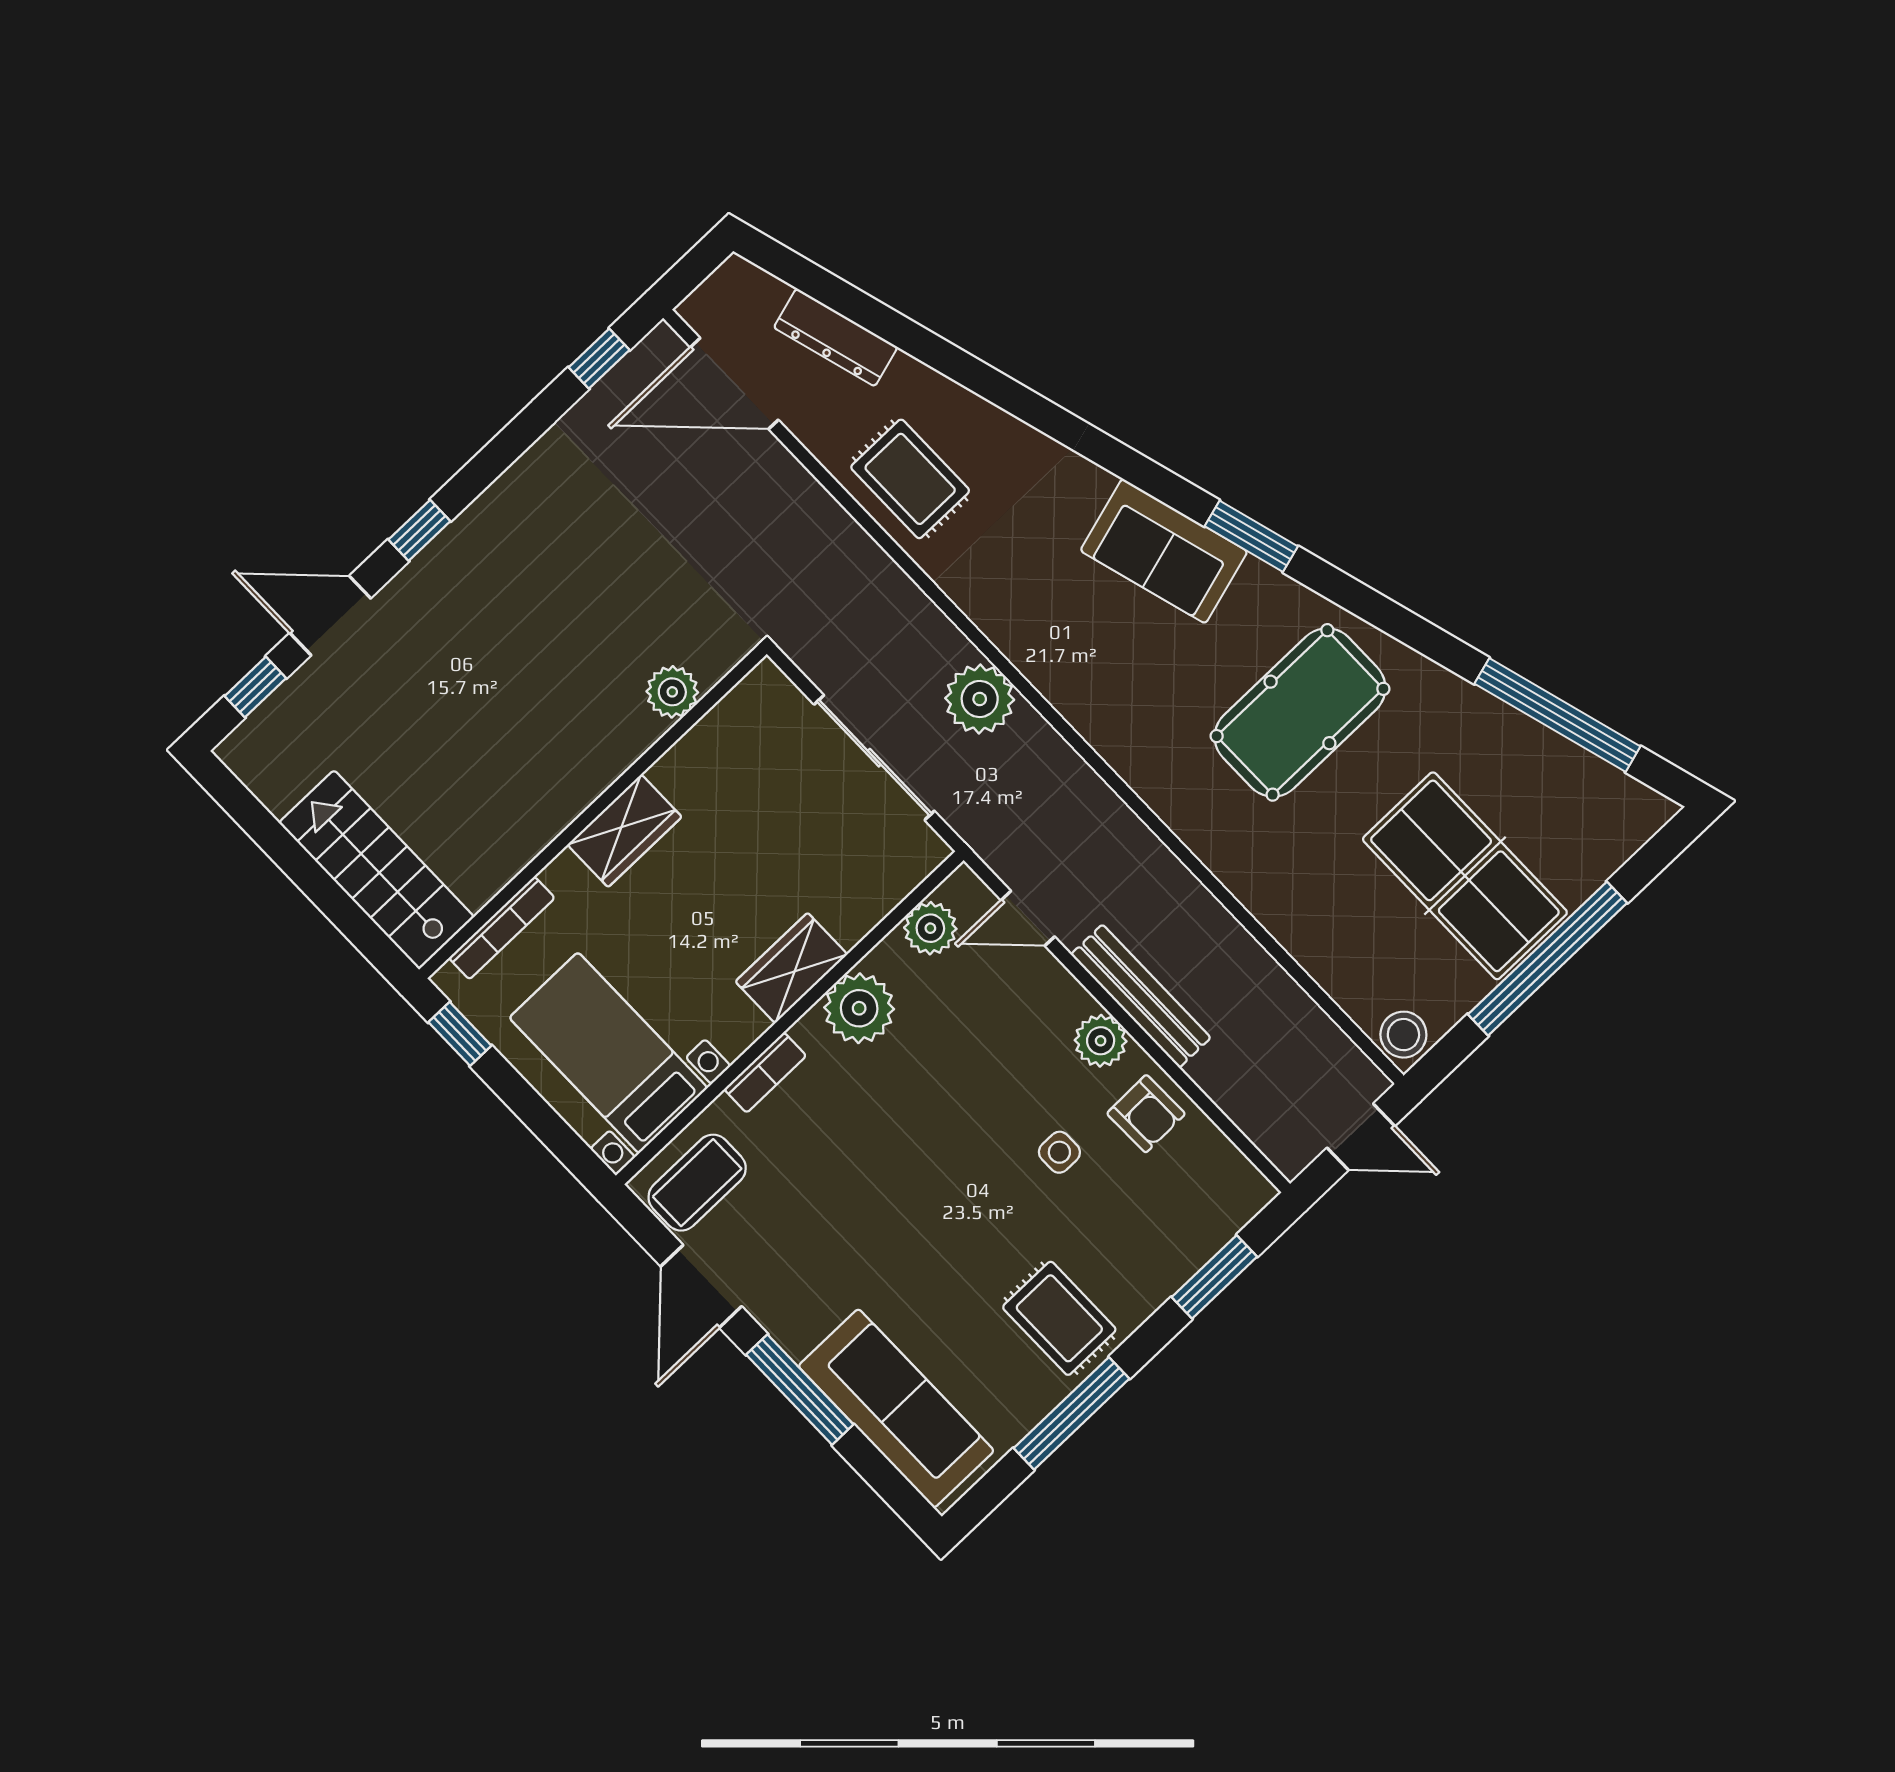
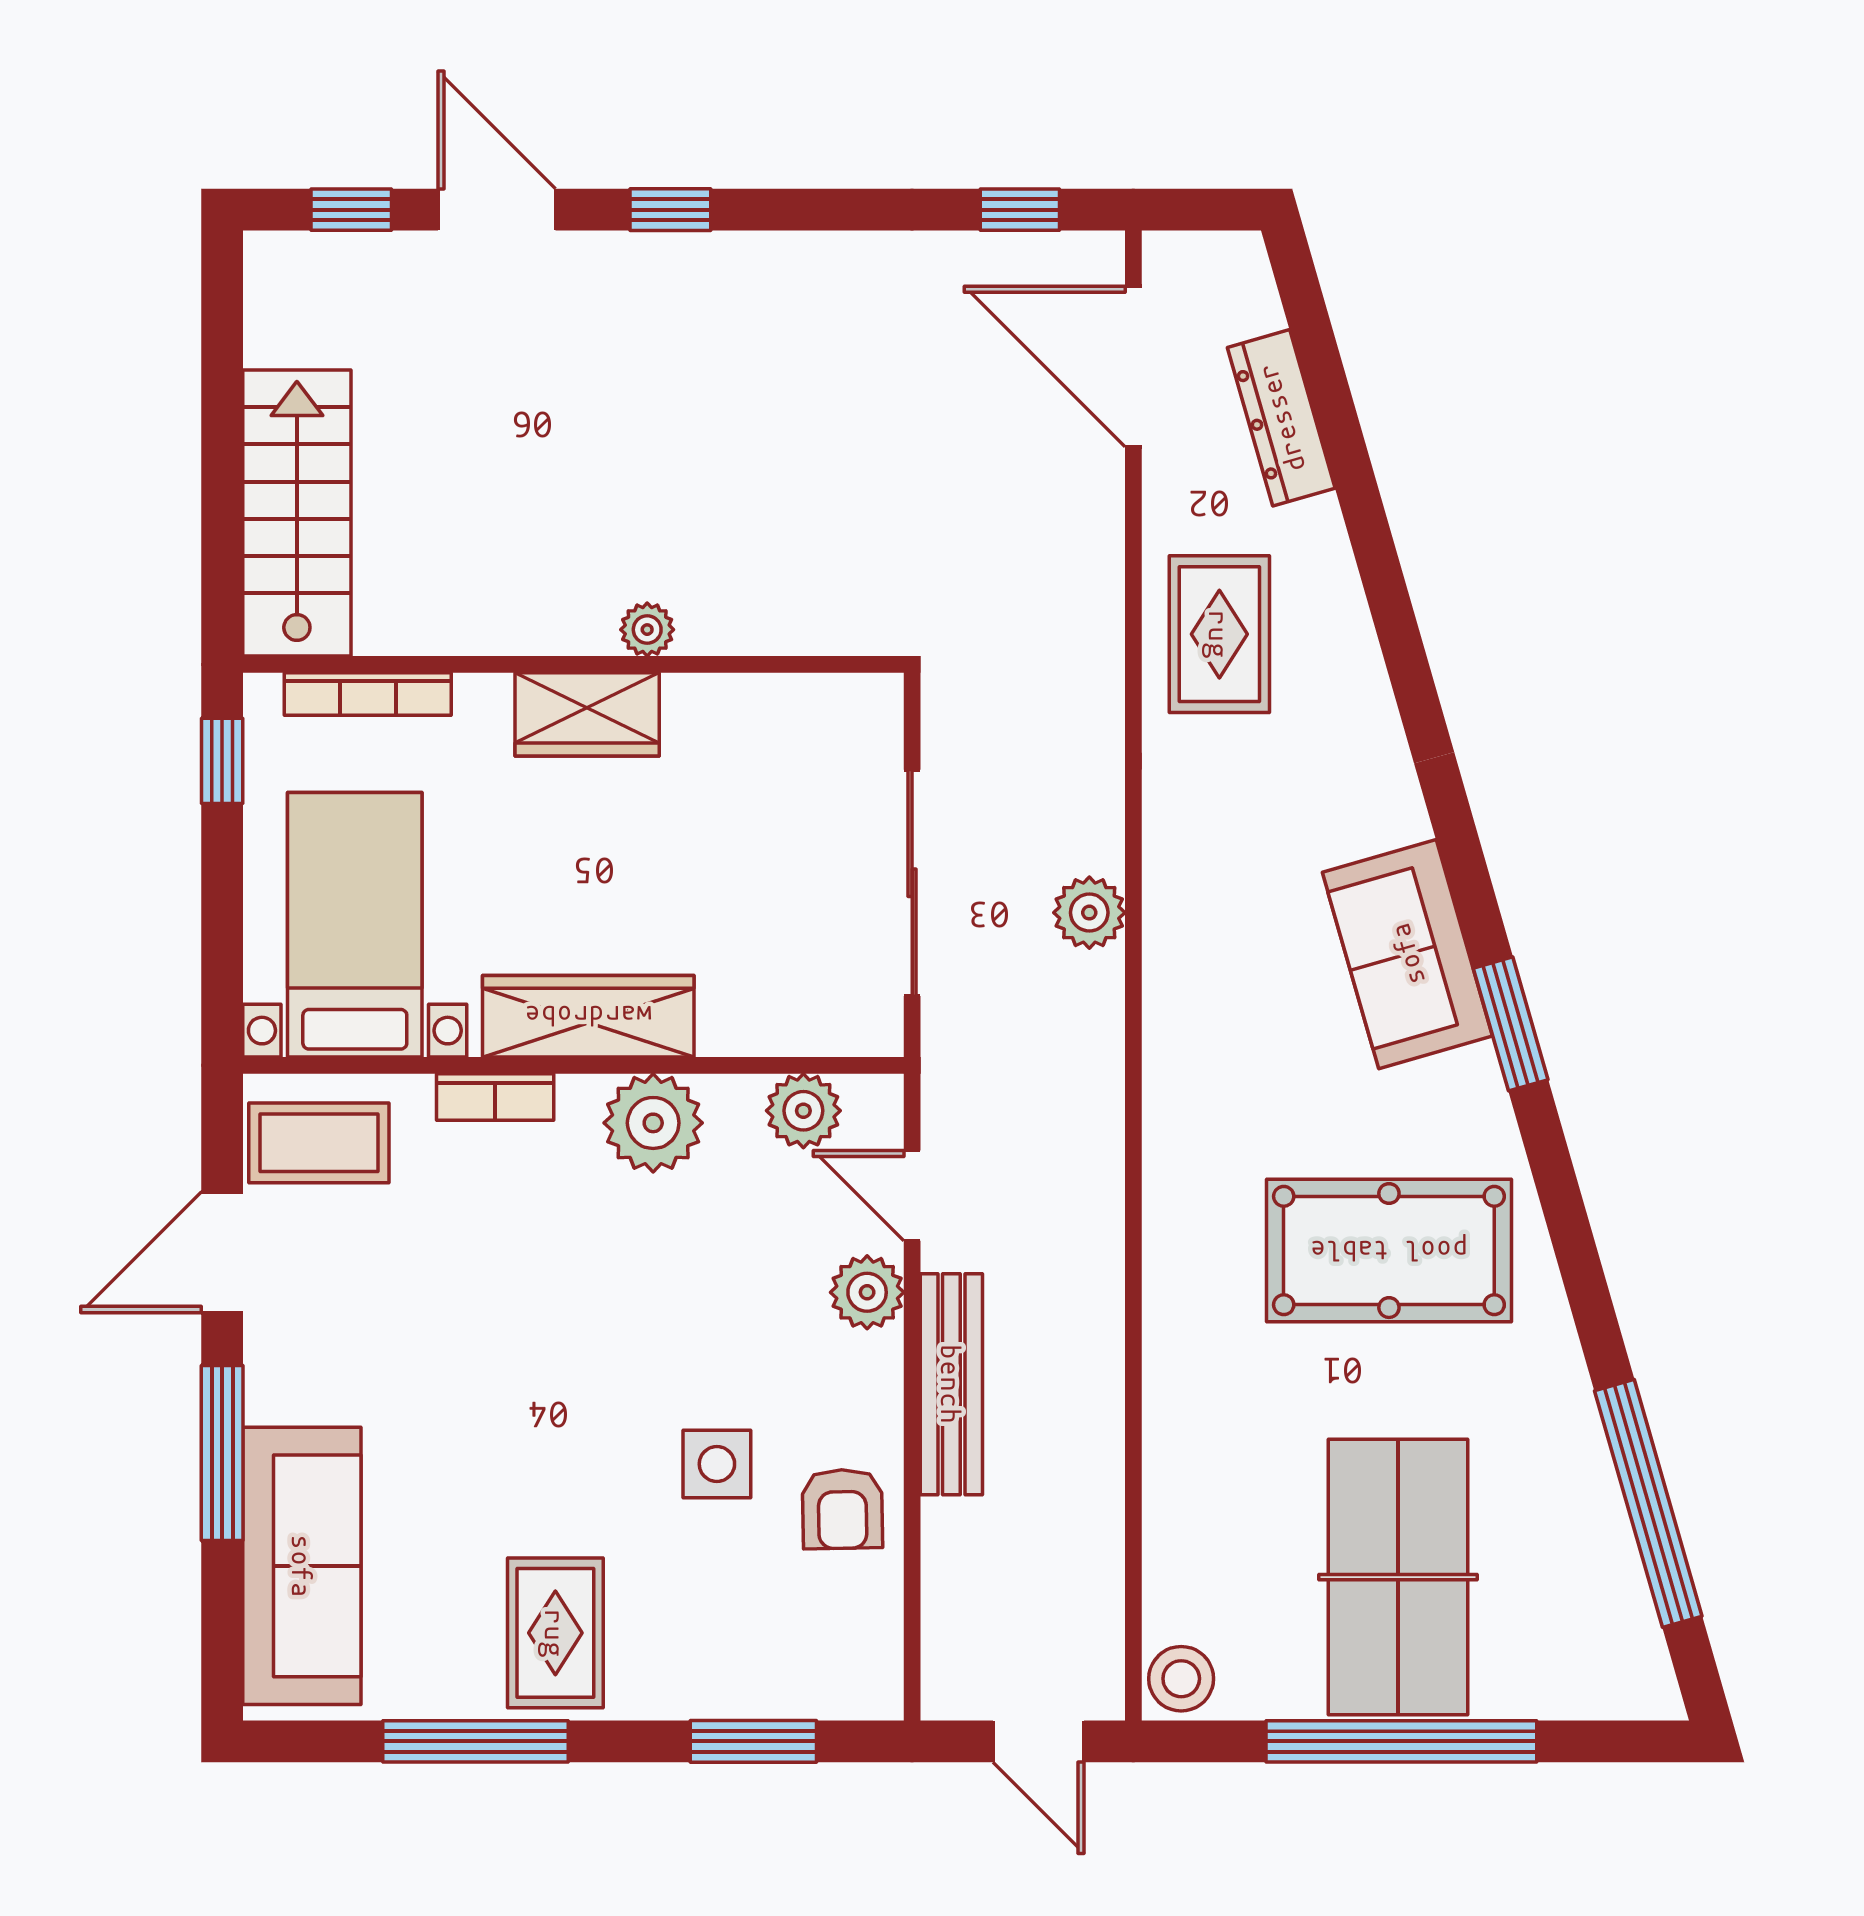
plant: (672, 692) -> (647, 630), moved, width x0.73, depth x0.73
plant: (980, 699) -> (1089, 913), width x0.73, depth x0.73
wardrobe: (791, 968) -> (588, 1016), width x1.50
plant: (1101, 1041) -> (867, 1292), moved
side table: (1059, 1152) -> (717, 1464), width x1.37, depth x1.37

